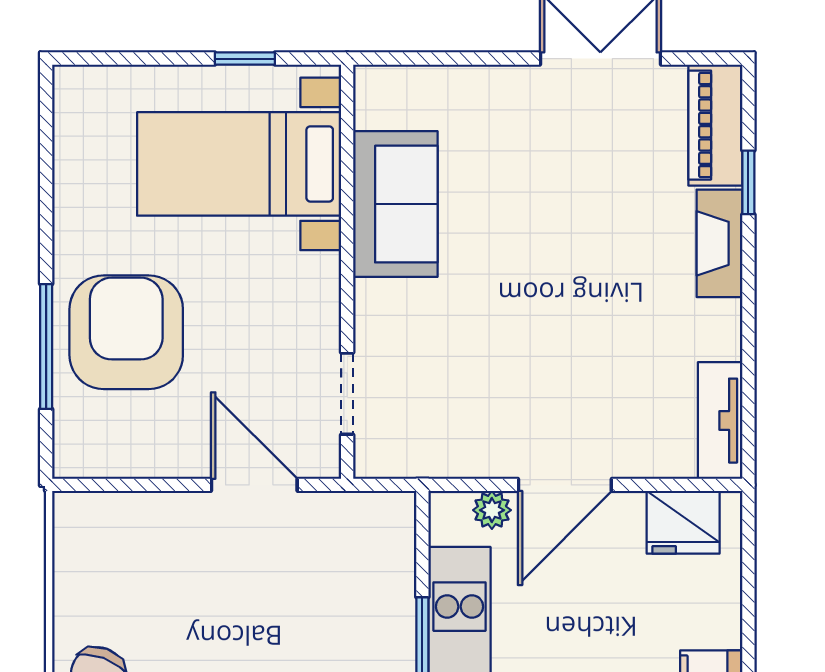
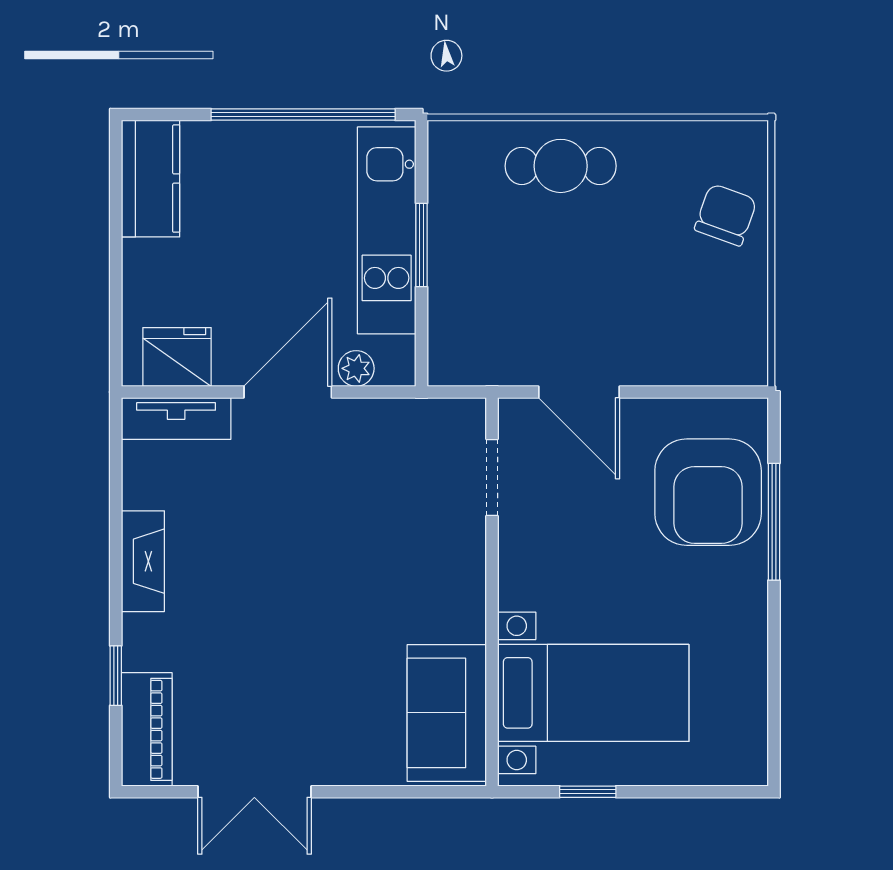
sofa: (395, 204) -> (447, 713), moved
fireplace: (719, 243) -> (143, 561), moved
armchair: (126, 332) -> (708, 492), moved
tv unit: (720, 421) -> (176, 419), moved, turned 90

